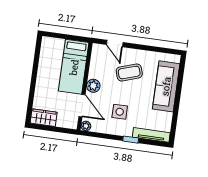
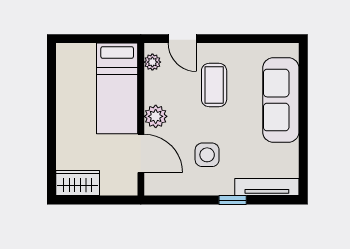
coffee table: (129, 72) -> (214, 85), turned -72
plant: (86, 126) -> (152, 62), moved

